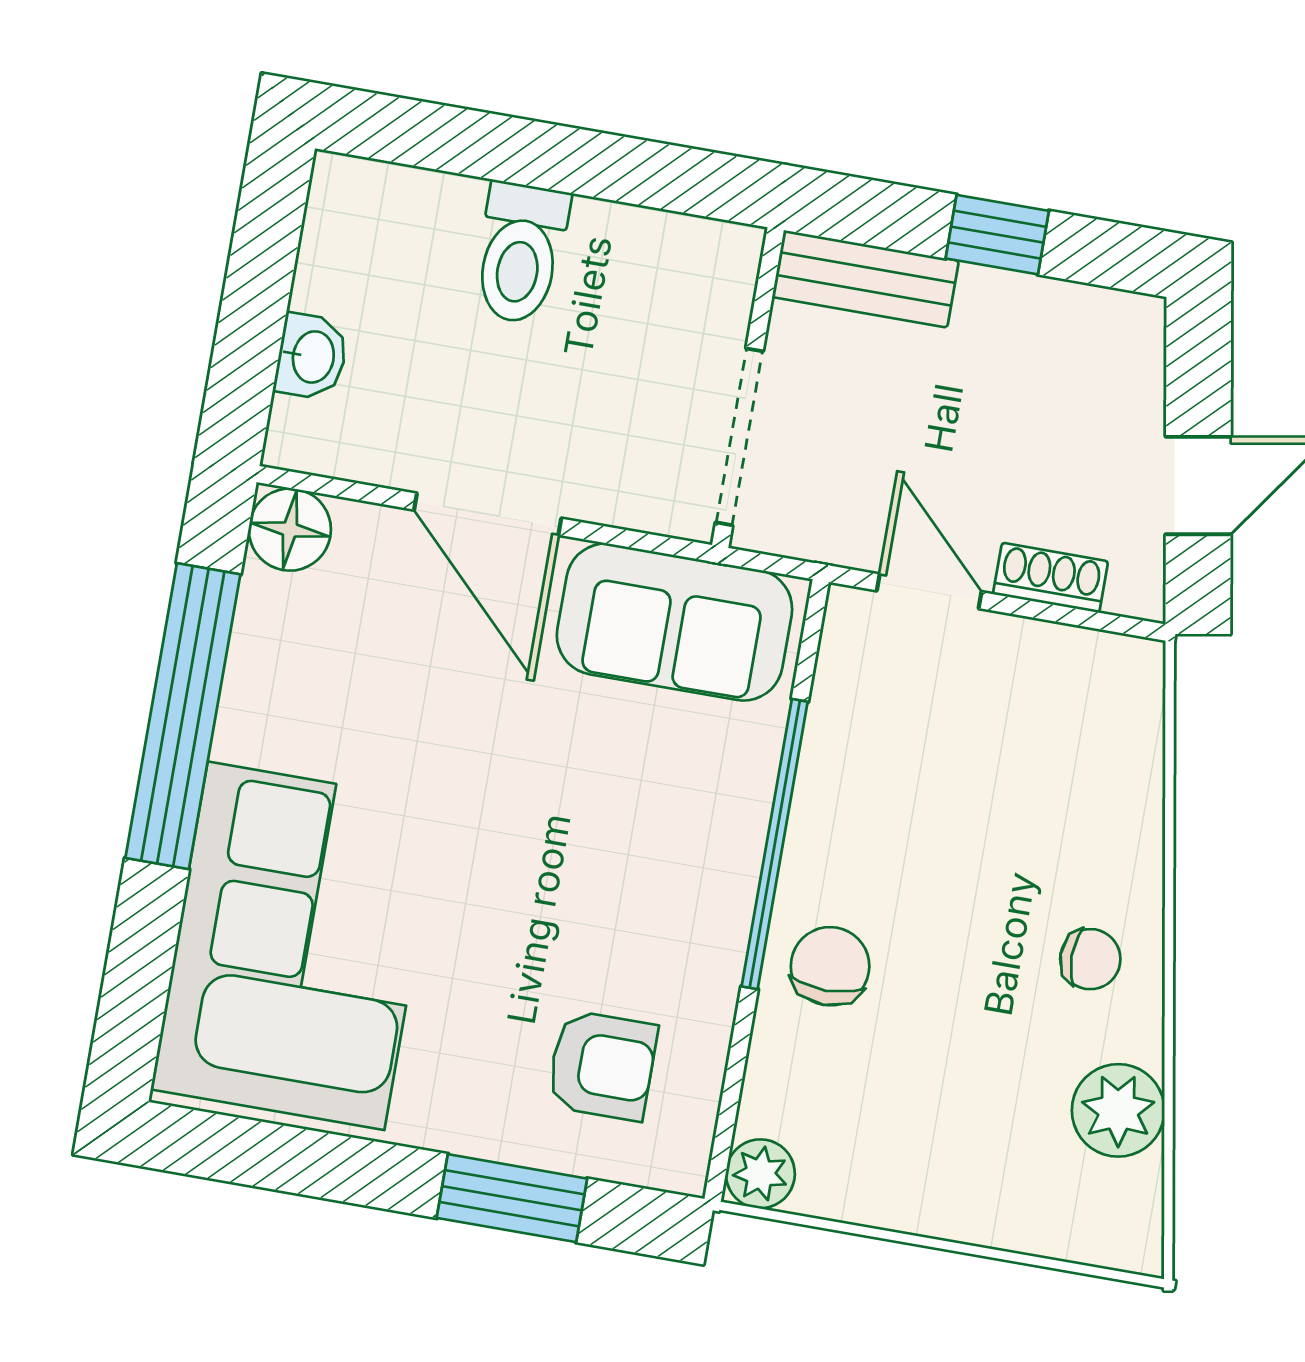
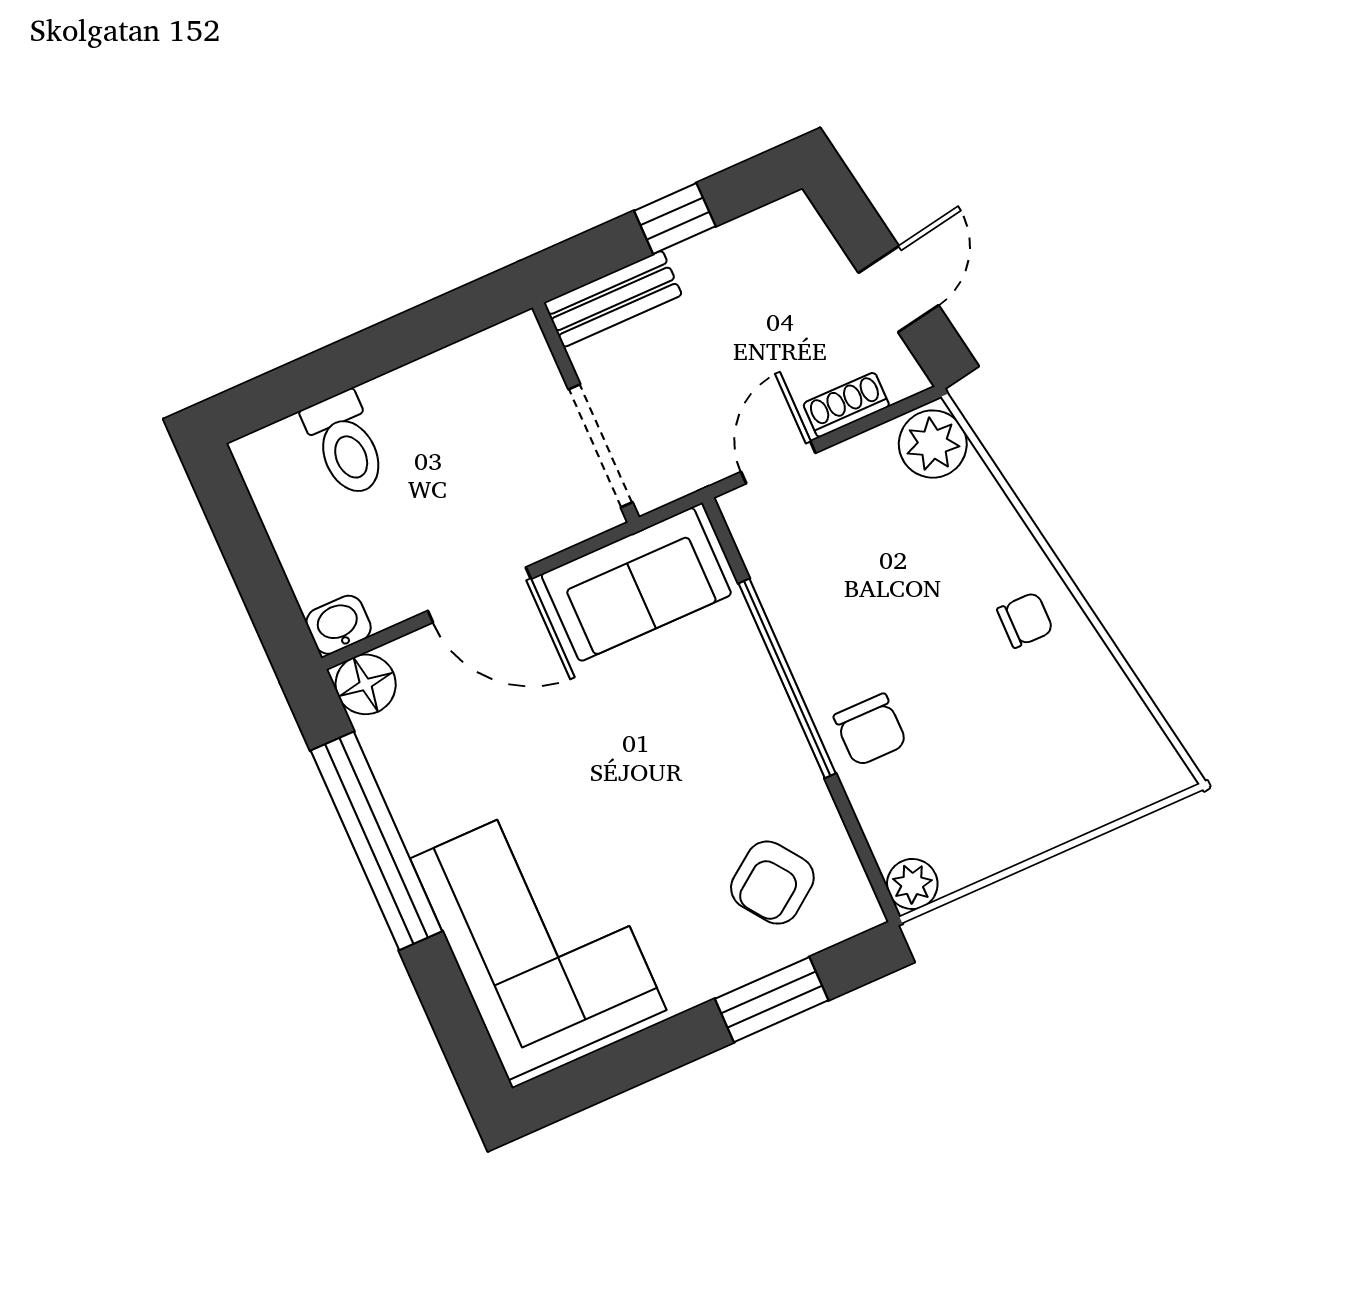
toilet: (520, 253) -> (346, 444), moved
washbasin: (311, 357) -> (339, 625), moved, turned -90
door: (929, 591) -> (778, 462), hinge flipped
chair: (830, 966) -> (870, 730), turned 180
armchair: (602, 1065) -> (772, 883), turned 144
plant: (1118, 1110) -> (933, 444), moved

